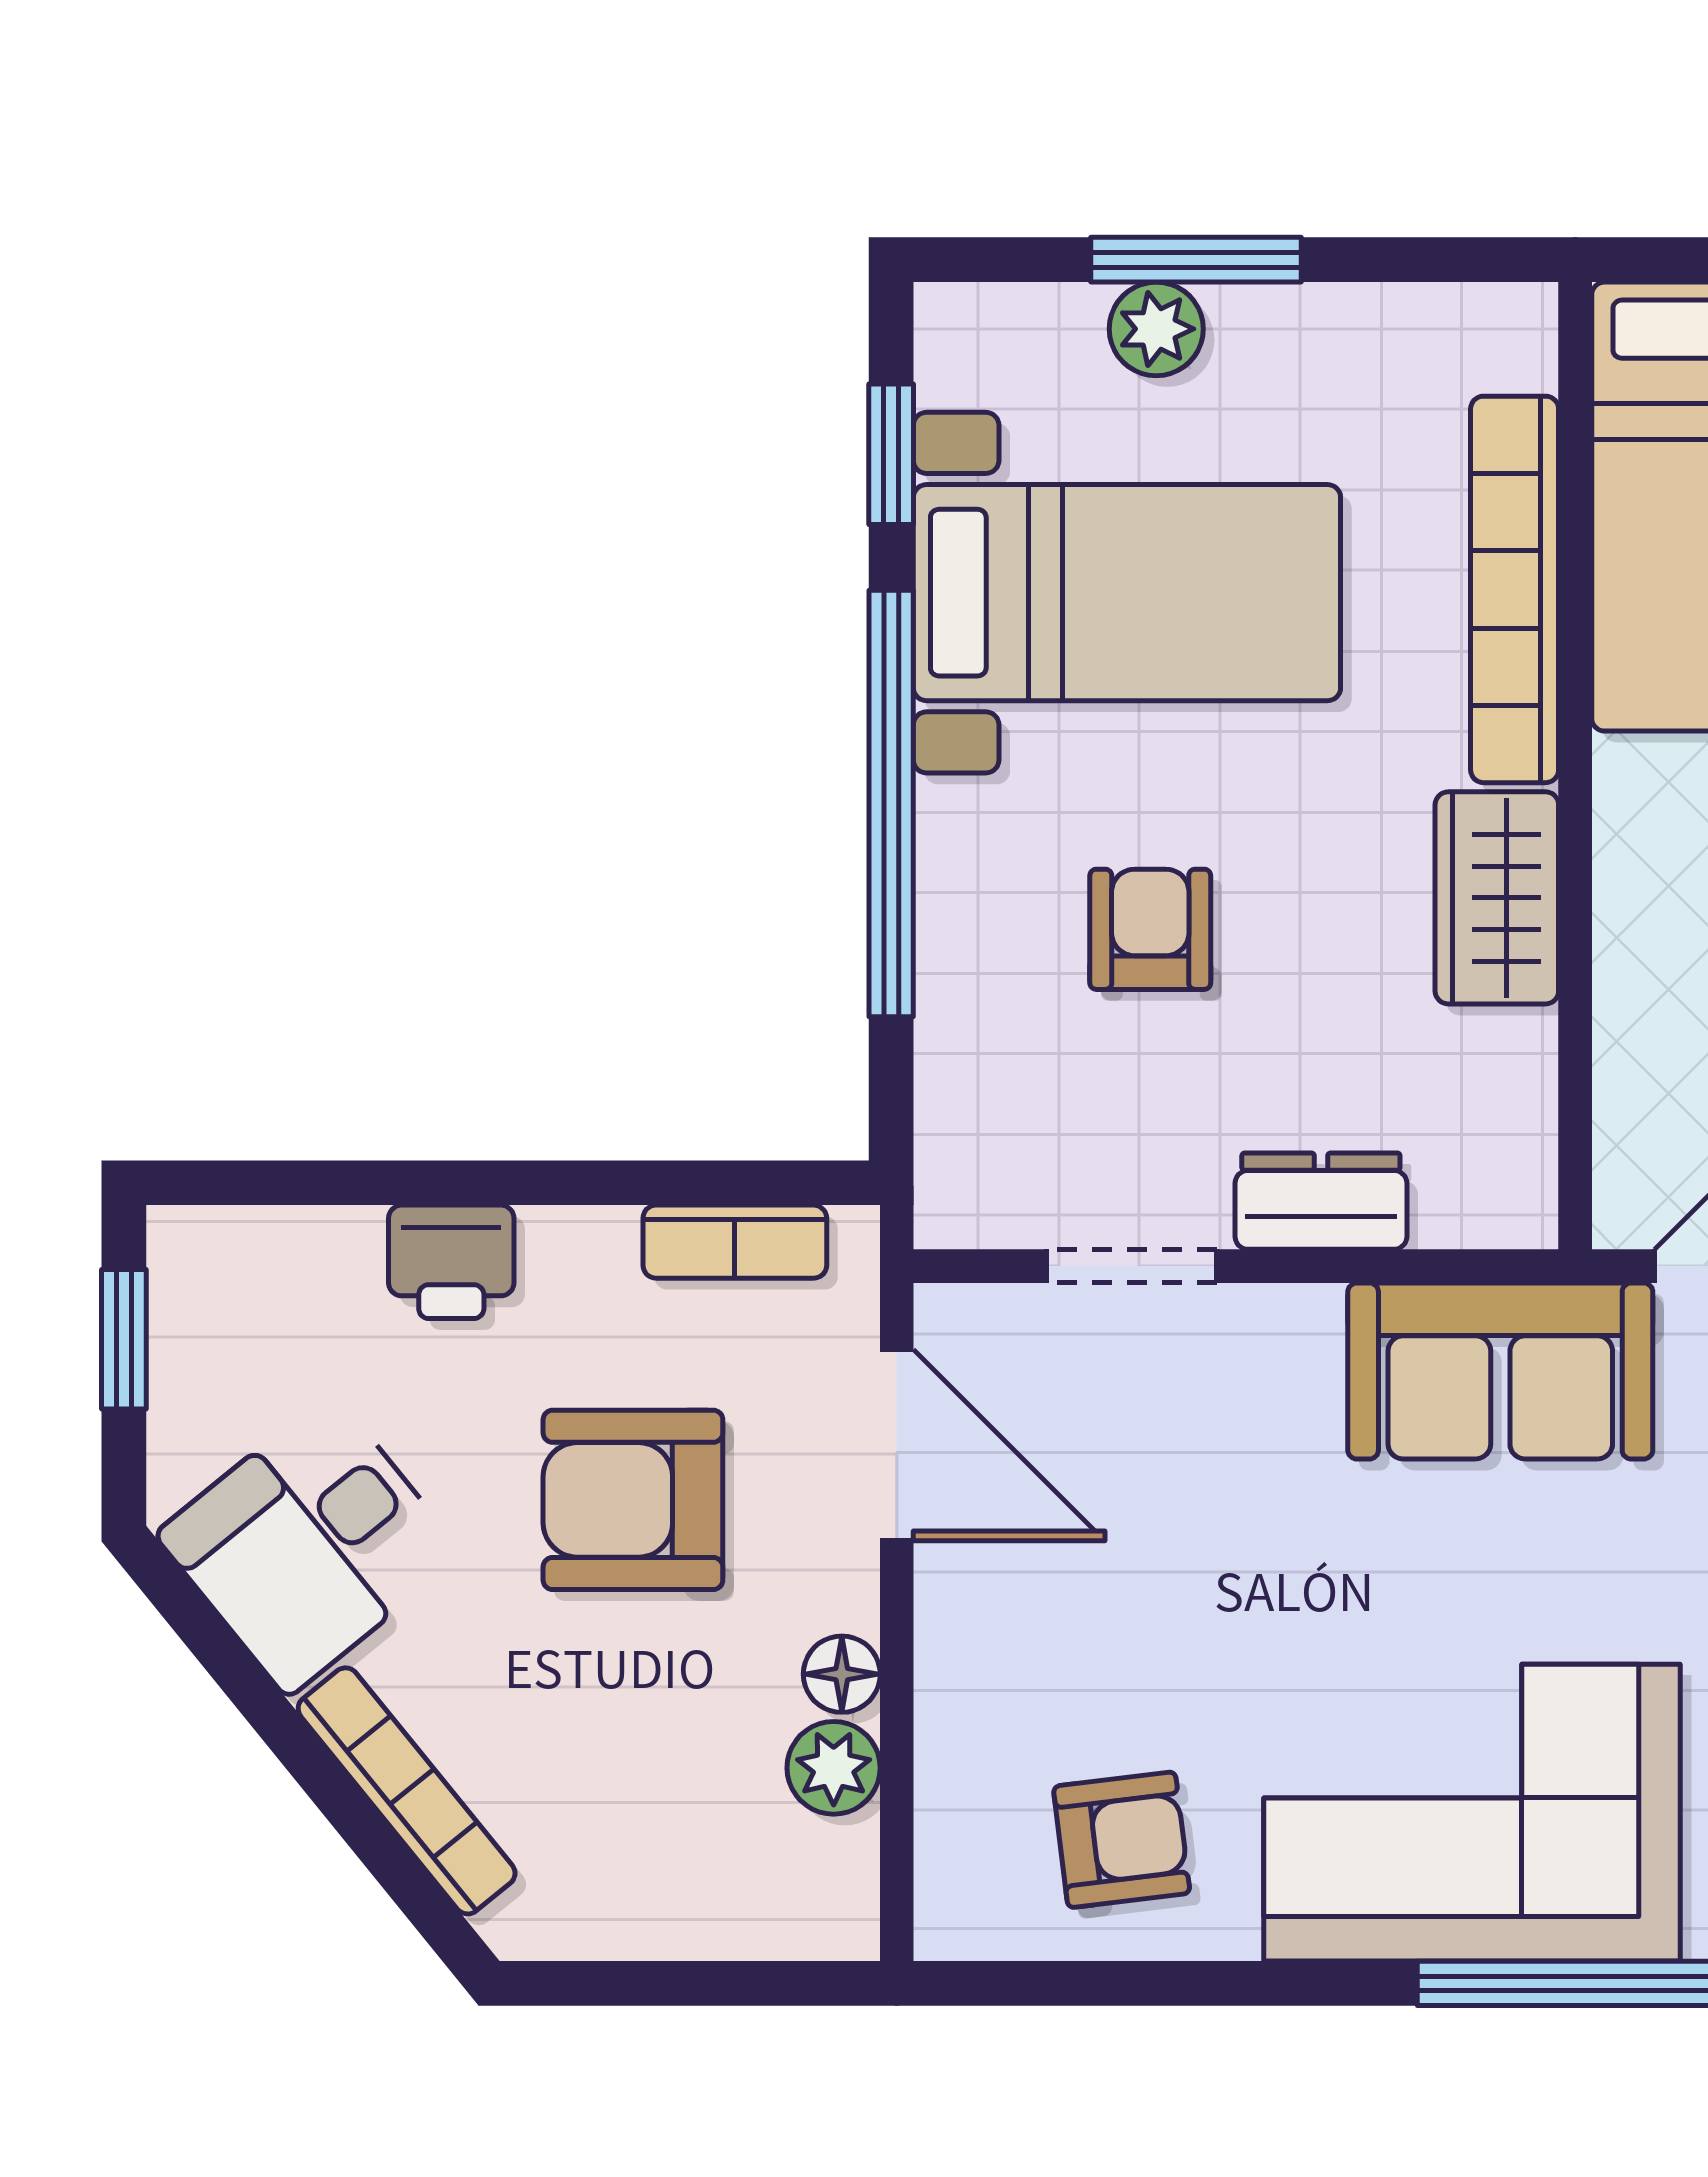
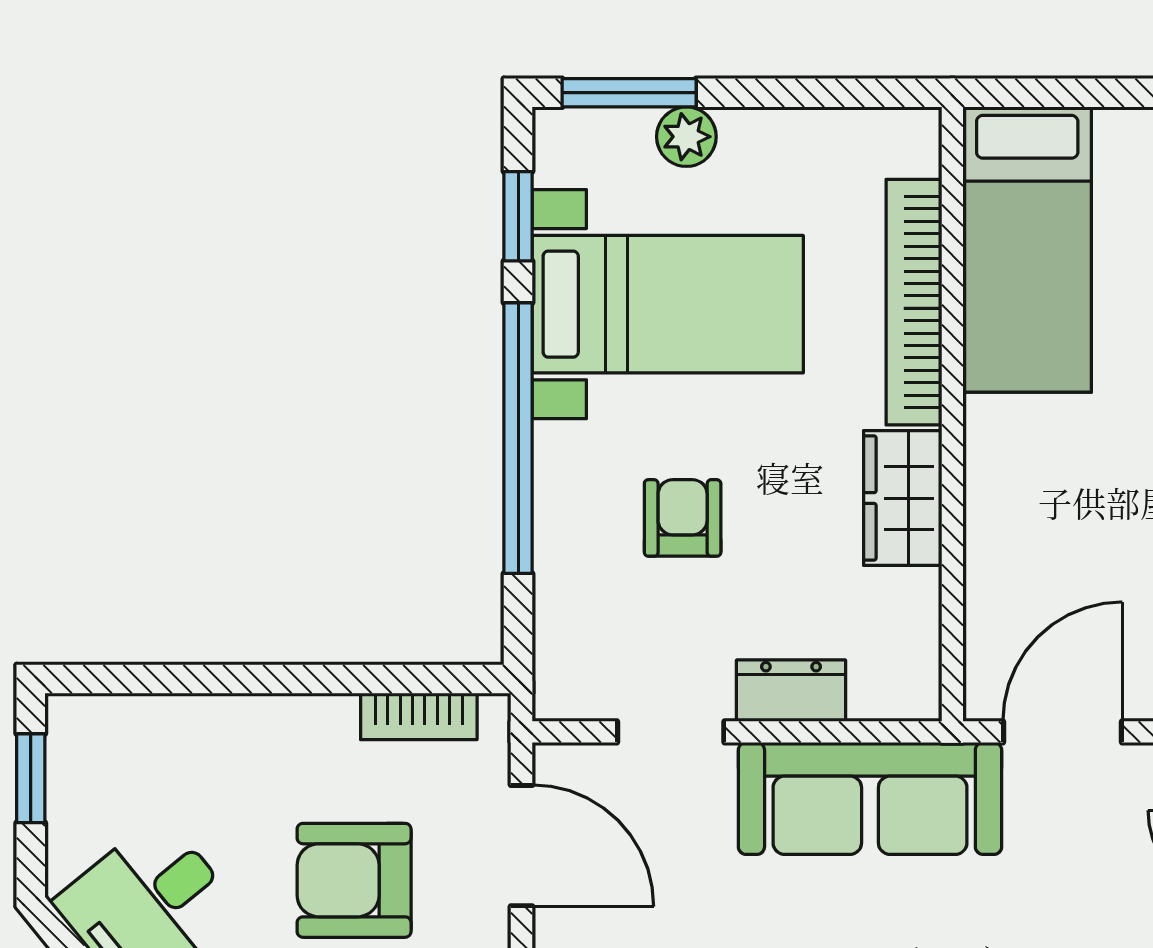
window: (1196, 260) -> (629, 93), moved
printer: (451, 1262) -> (239, 729), removed
sofa: (1500, 1371) -> (870, 798), width x1.36

